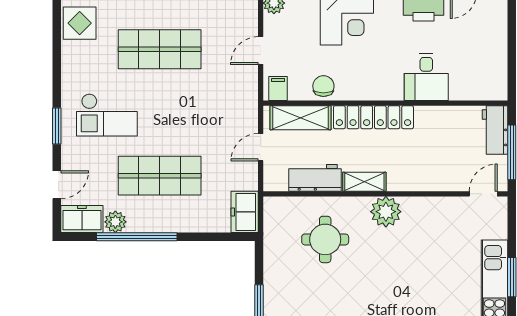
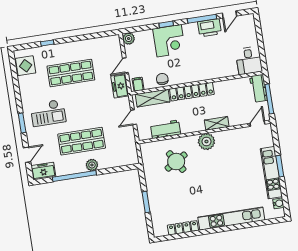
desk: (426, 77) -> (249, 61), moved
shelving: (364, 182) -> (217, 123), moved
freezer: (245, 212) -> (120, 86), moved
plant: (115, 222) -> (92, 165), moved
round table: (325, 239) -> (176, 162), turned -31

